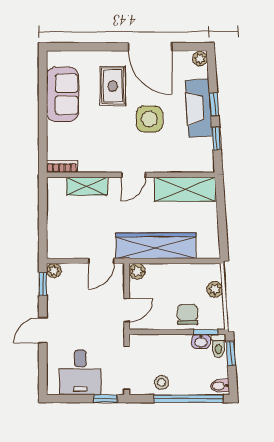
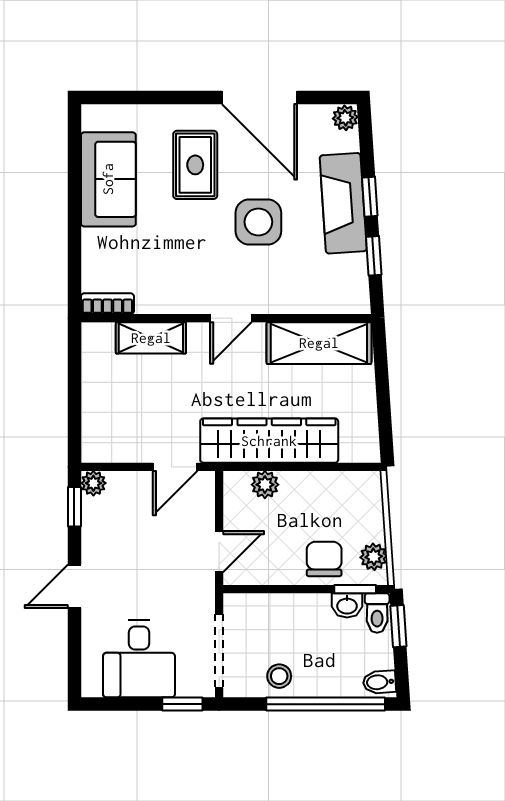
plant: (137, 271) -> (265, 485), moved
plant: (215, 289) -> (374, 557), moved

